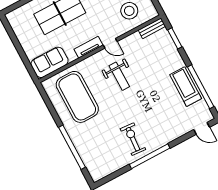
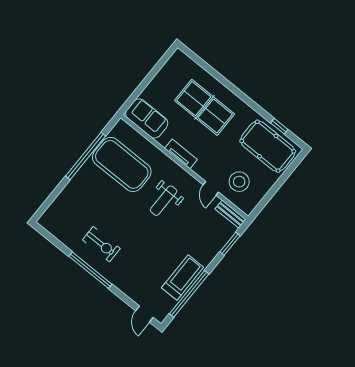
door: (110, 43) -> (211, 188), moved
exercise mat: (77, 97) -> (122, 164), turned 90
exercise bike: (133, 139) -> (101, 244), turned 86
window: (72, 147) -> (86, 156), moved

